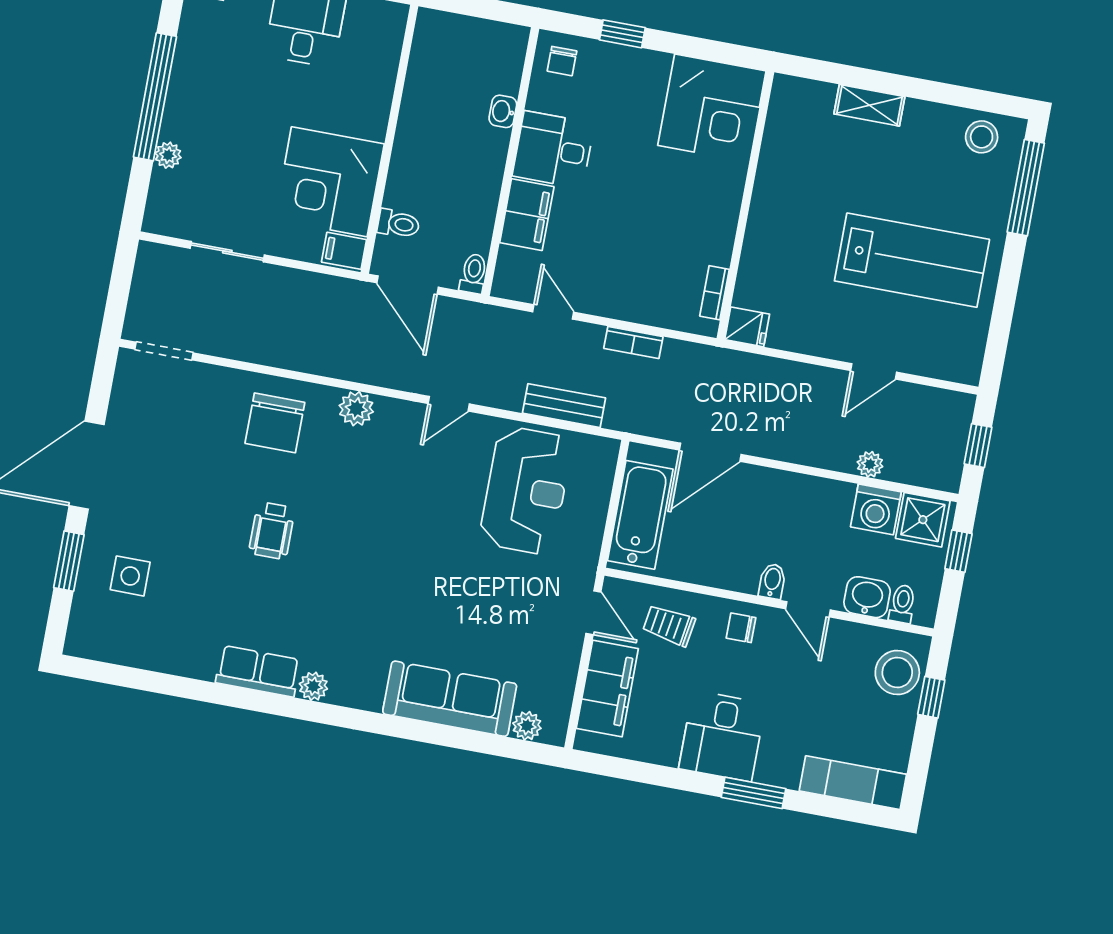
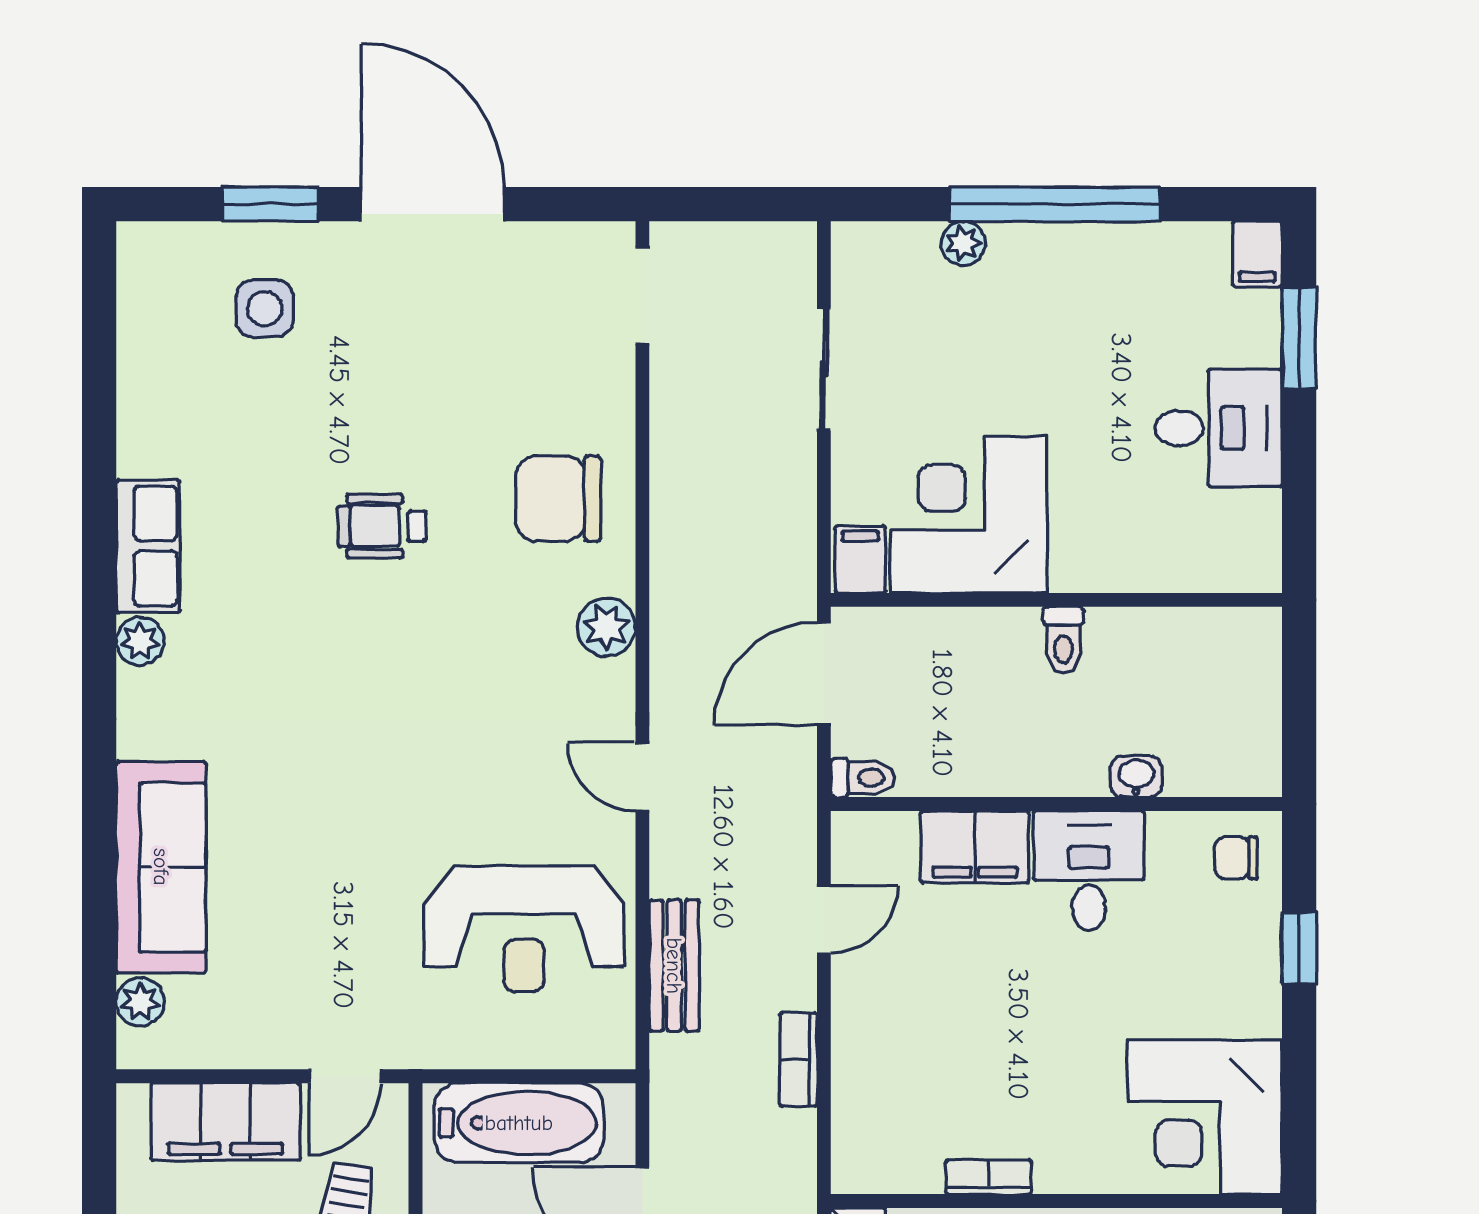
toilet: (398, 224) -> (1063, 640), moved
bookcase: (715, 293) -> (989, 1177), moved

